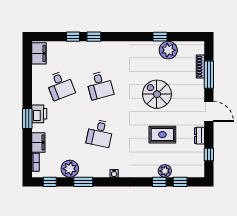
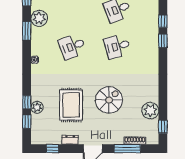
window: (160, 37) -> (163, 127), moved
desk: (100, 133) -> (72, 46), turned -33
rug: (162, 135) -> (71, 105), width x1.36, depth x1.43

